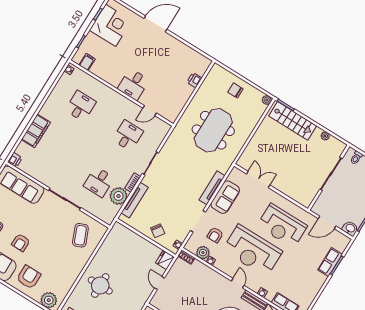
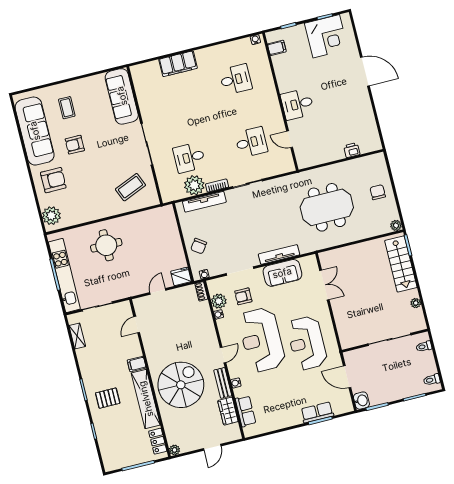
printer: (15, 160) -> (137, 71), removed

